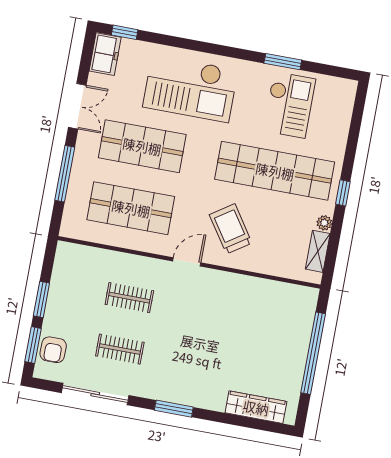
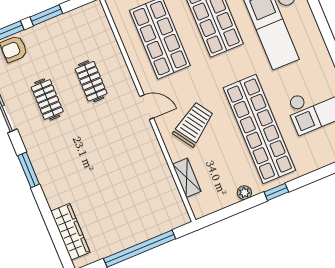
shelving: (318, 251) -> (187, 178), moved, turned 90

